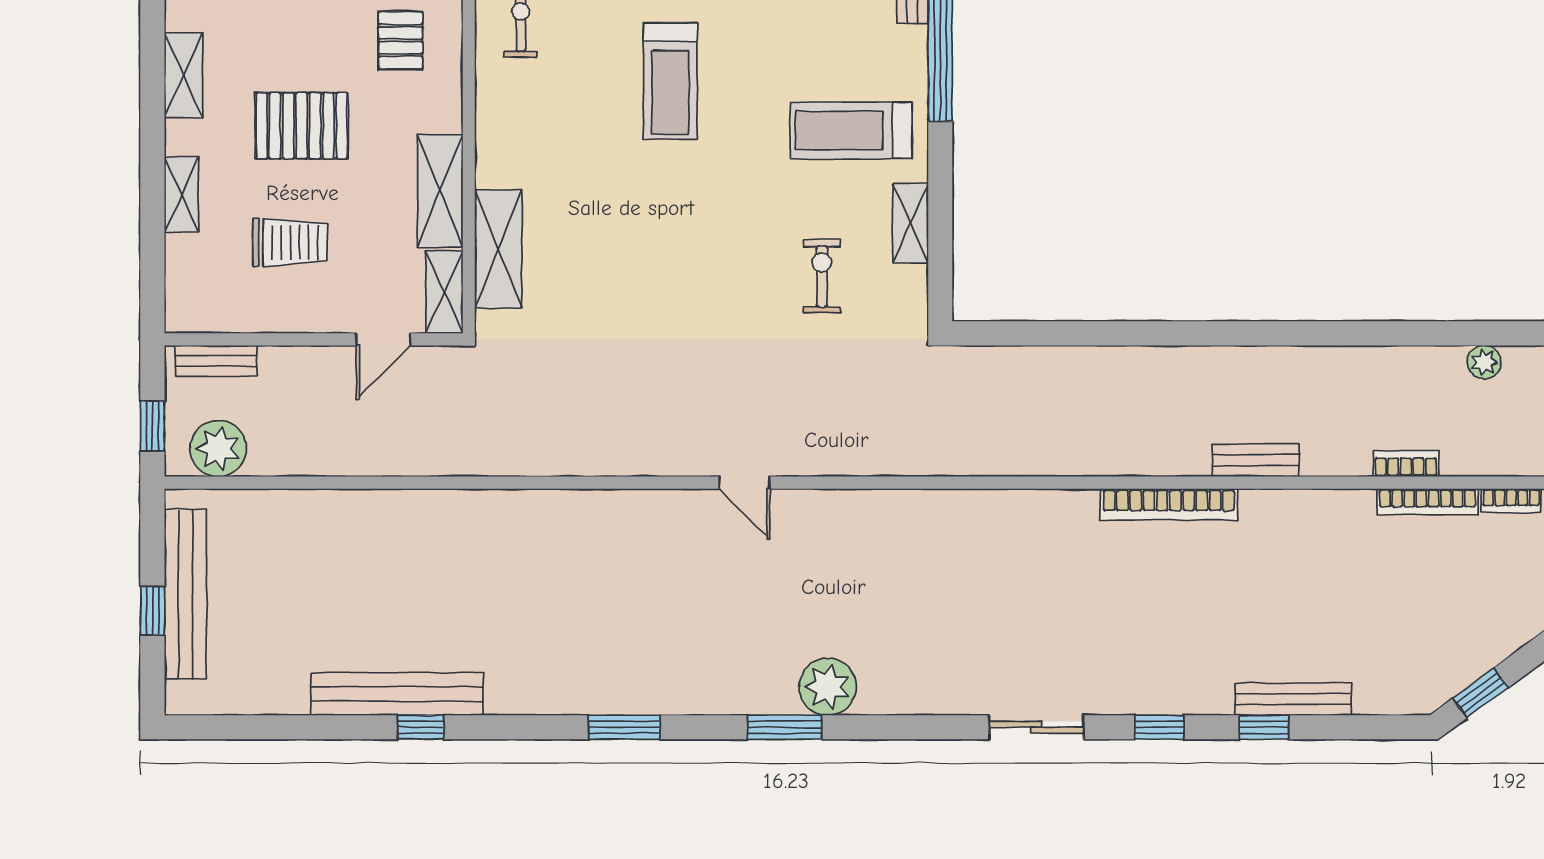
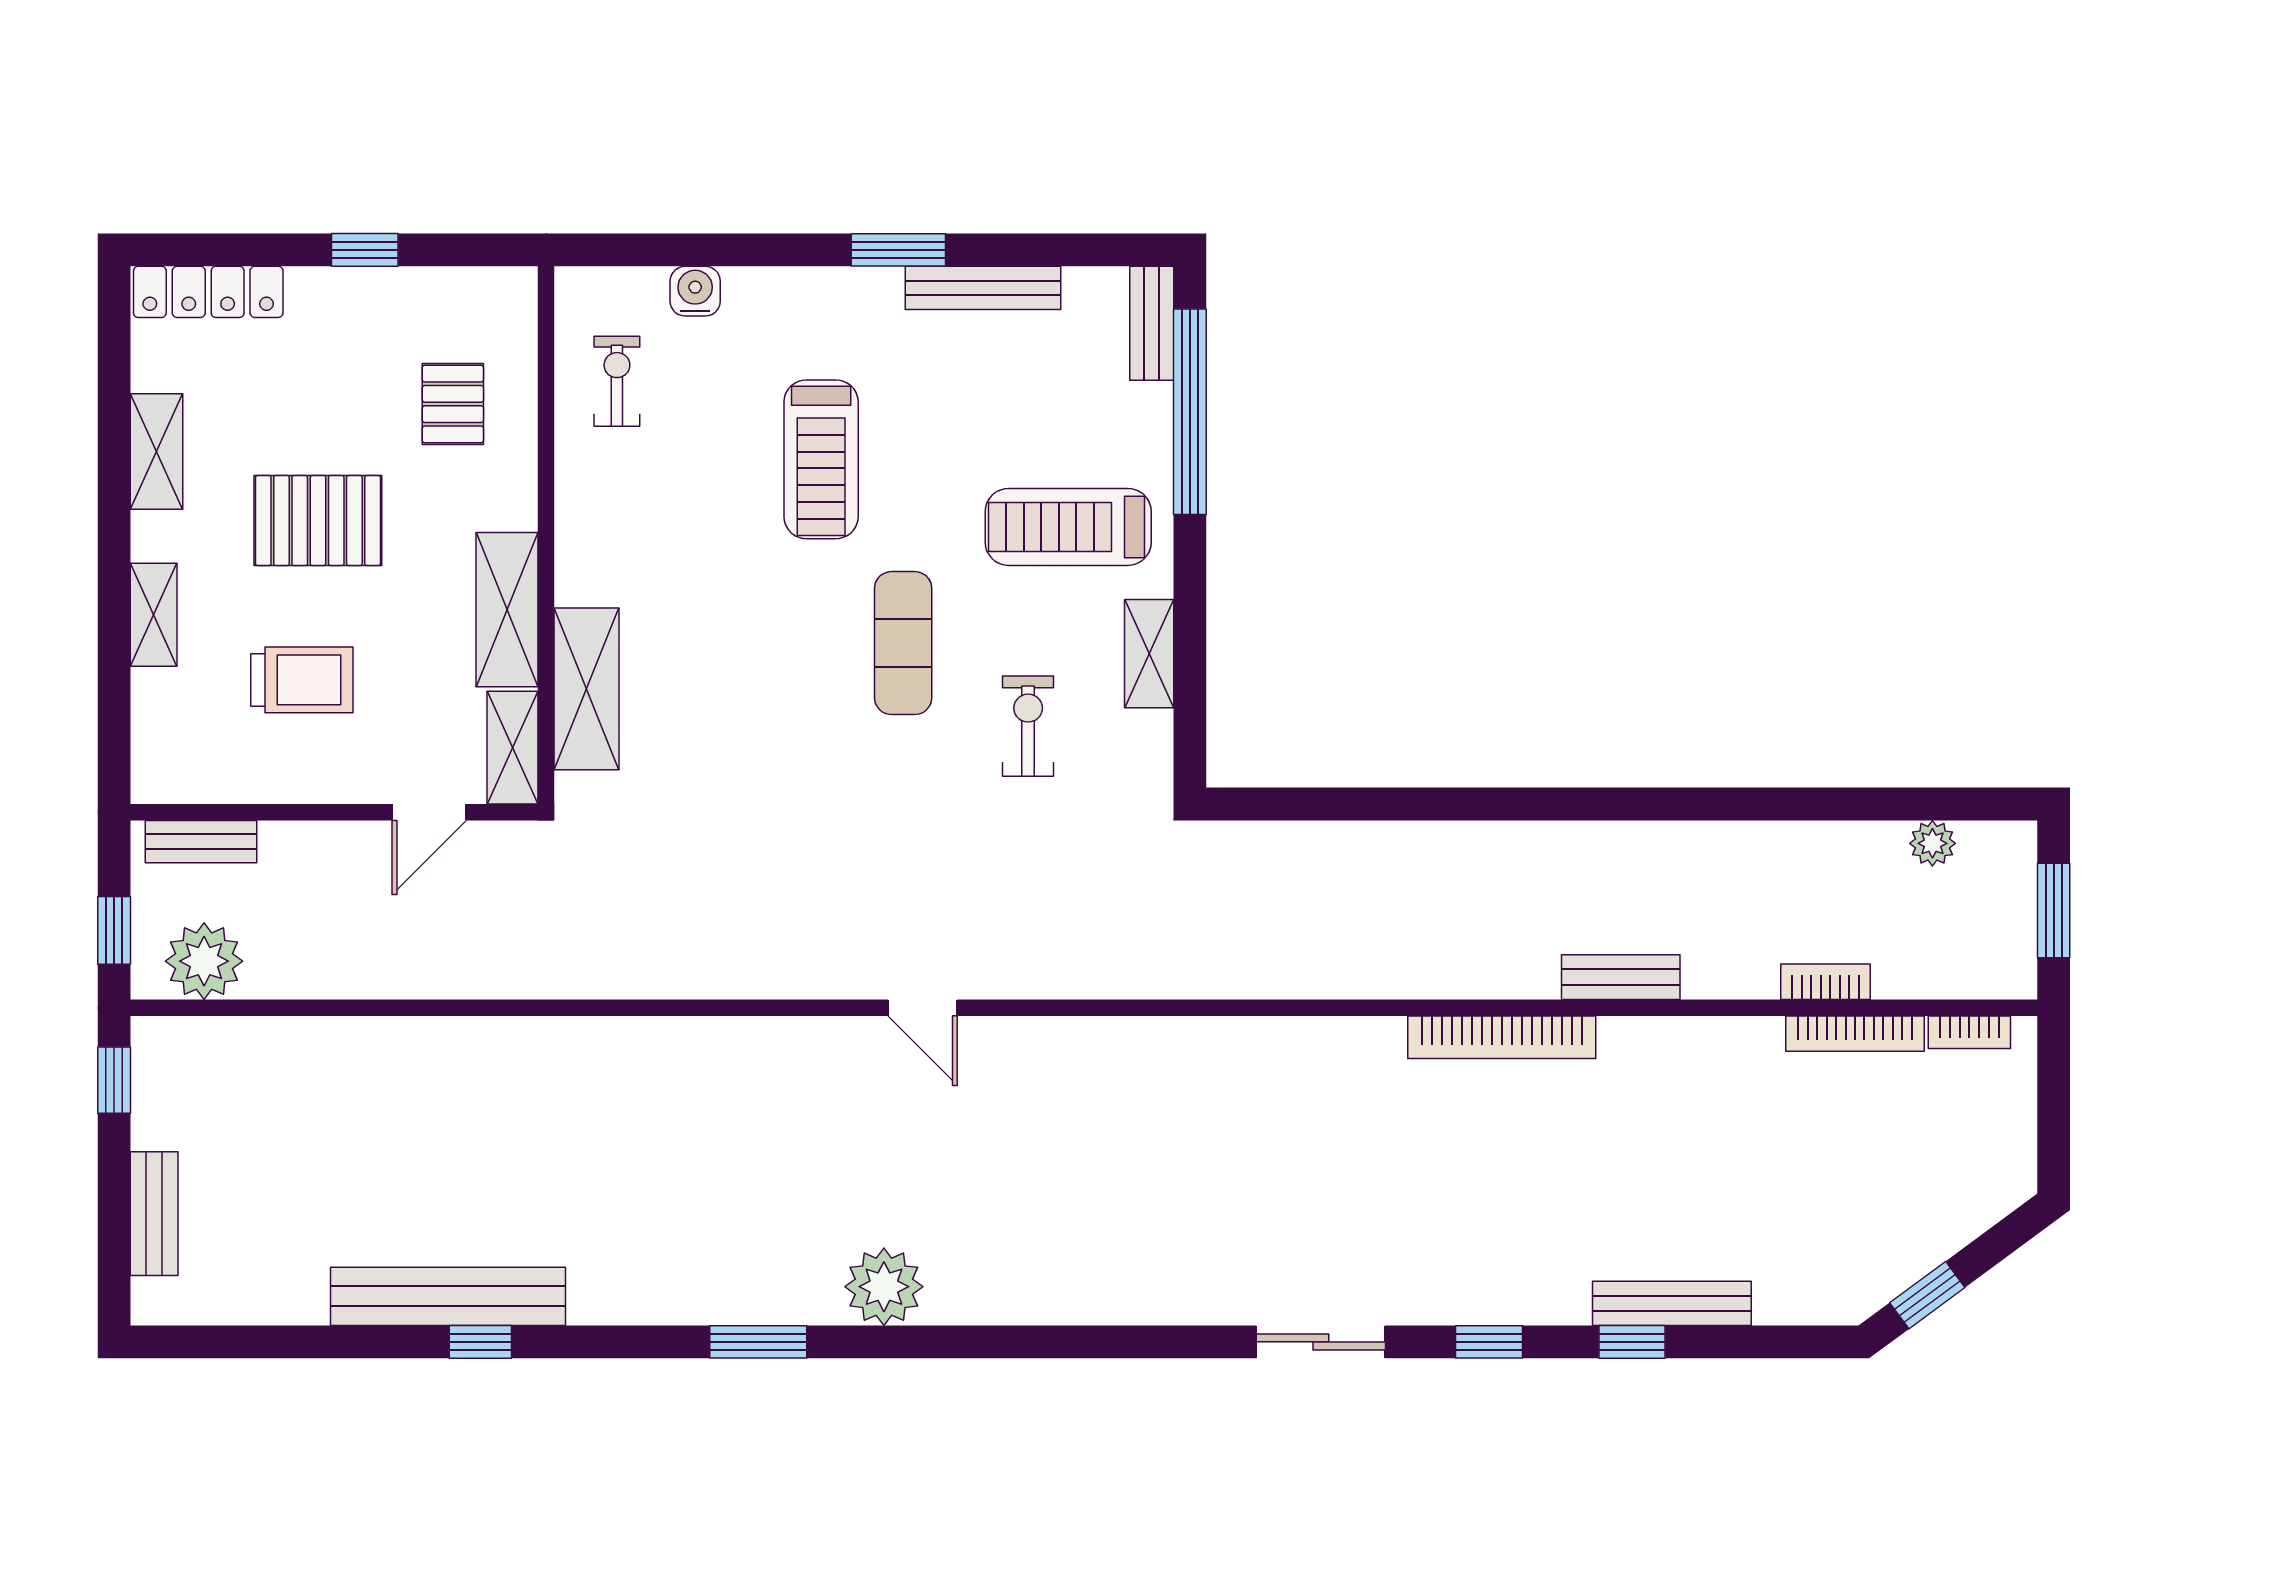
exercise mat: (730, 215) -> (903, 643), added
bench: (185, 594) -> (154, 1214), width x0.54, depth x0.82
window: (152, 611) -> (114, 1080), moved
plant: (828, 687) -> (884, 1287), moved
window: (785, 727) -> (977, 1342), removed

